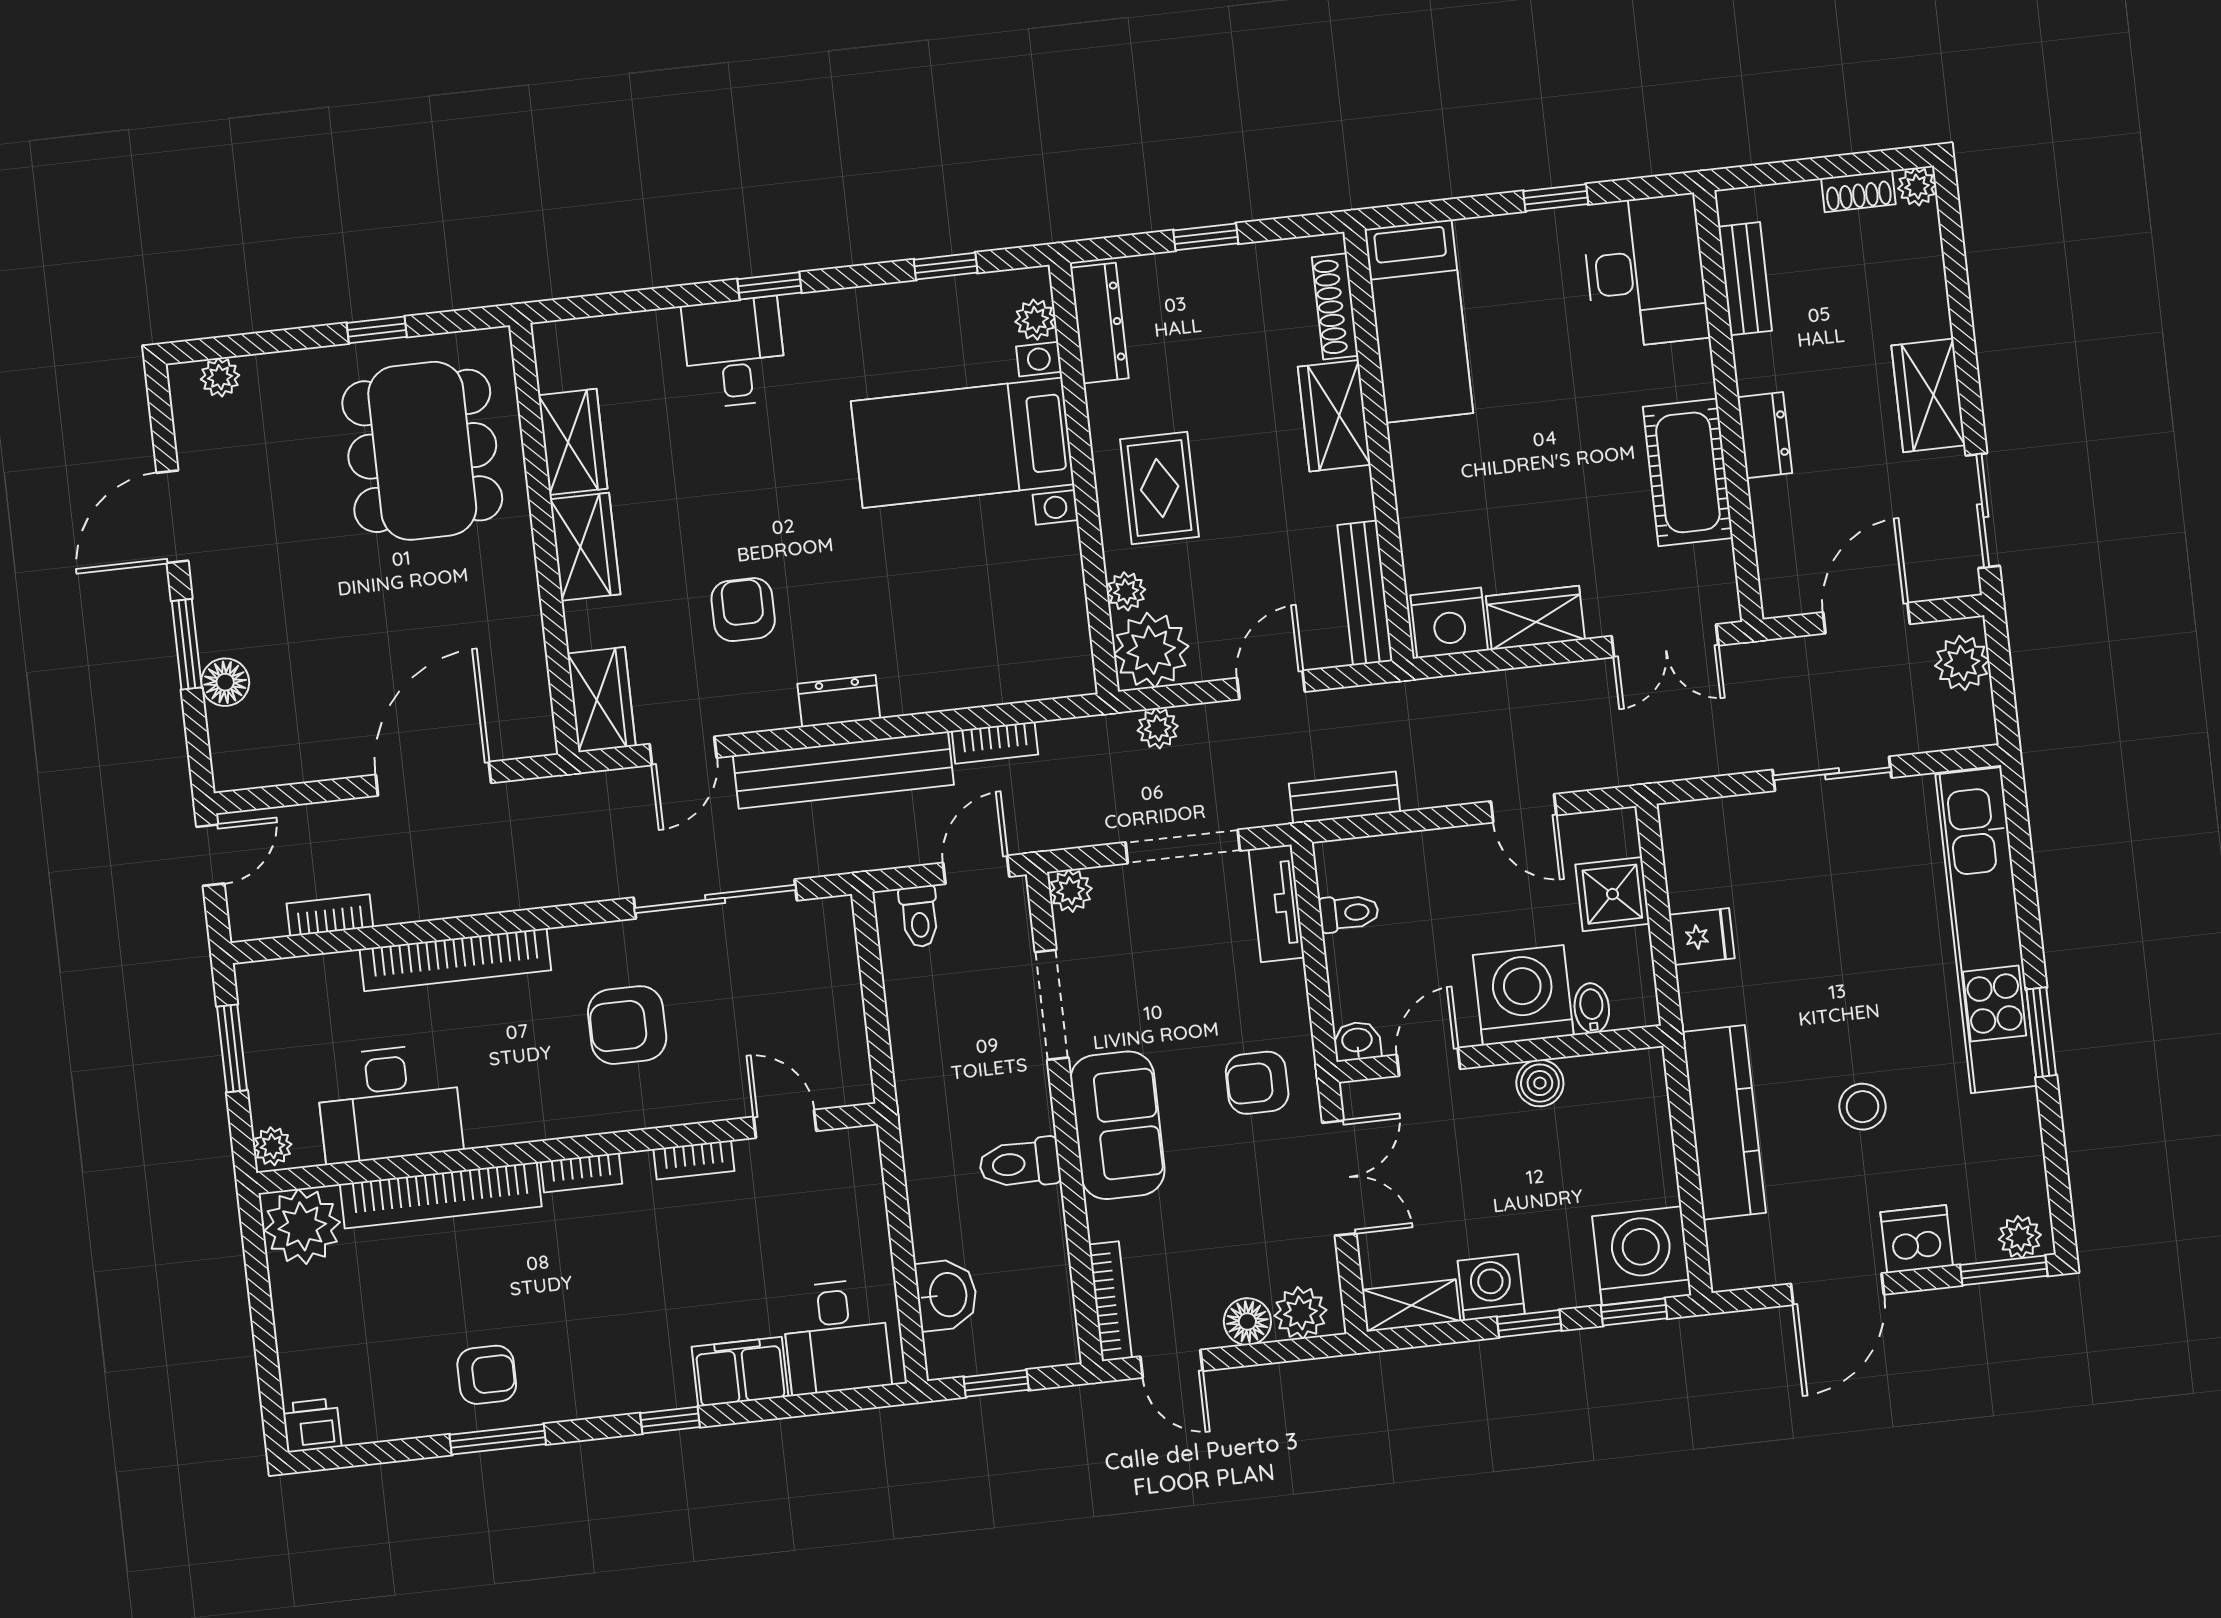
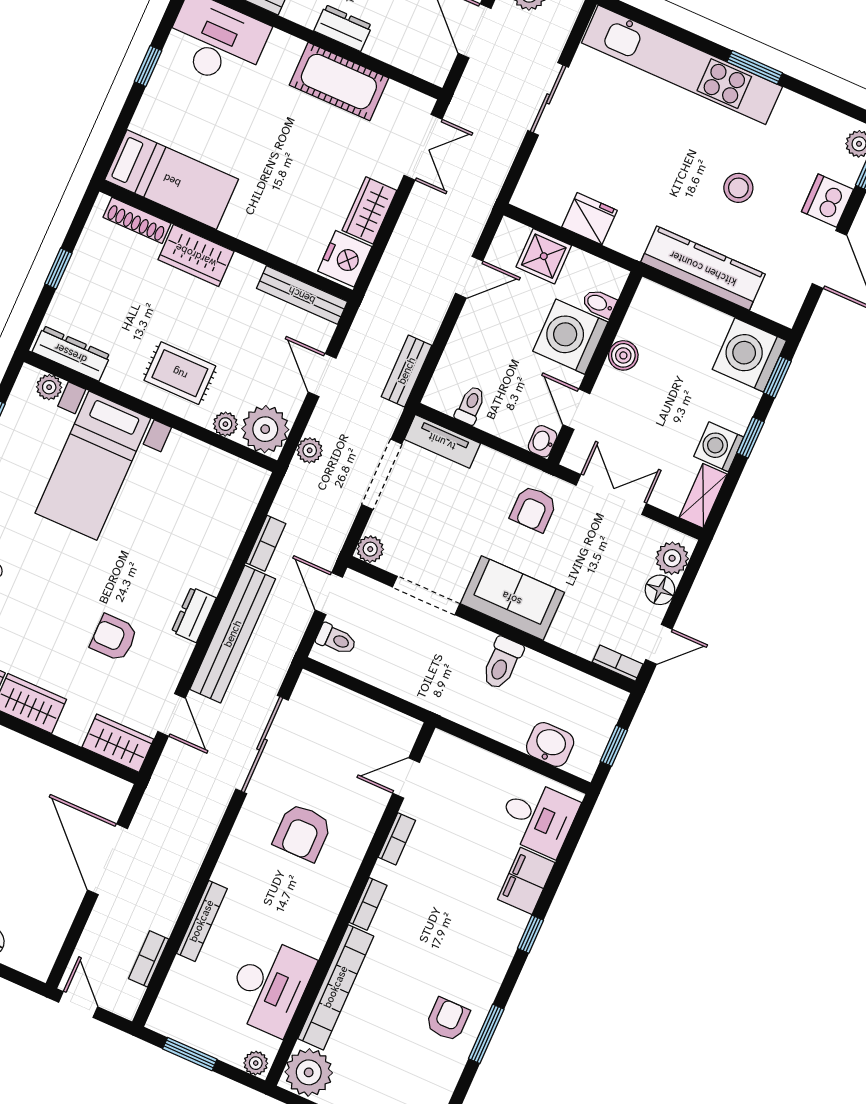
fridge: (1702, 937) -> (590, 219), width x1.38
bookcase: (455, 960) -> (202, 921), width x0.68, depth x0.76
bookcase: (1110, 1301) -> (618, 663), width x0.64

